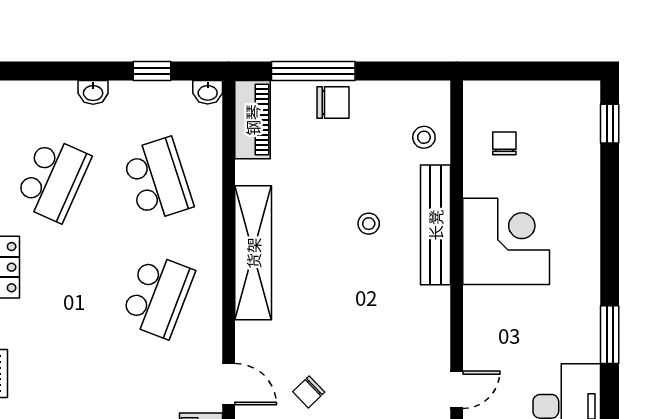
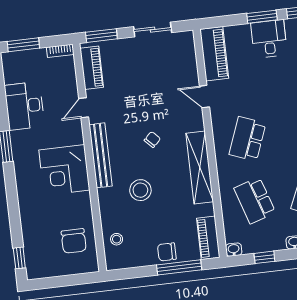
chair: (504, 143) -> (74, 241), width x1.87, depth x1.87
stool: (369, 224) -> (140, 190), width x1.89, depth x1.89
bench: (435, 225) -> (101, 155), moved
corner desk: (506, 241) -> (64, 170), moved
chair: (309, 392) -> (152, 140), moved

